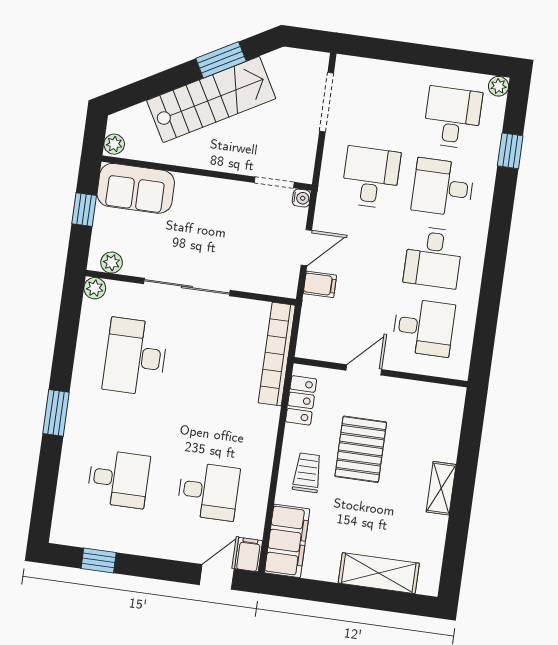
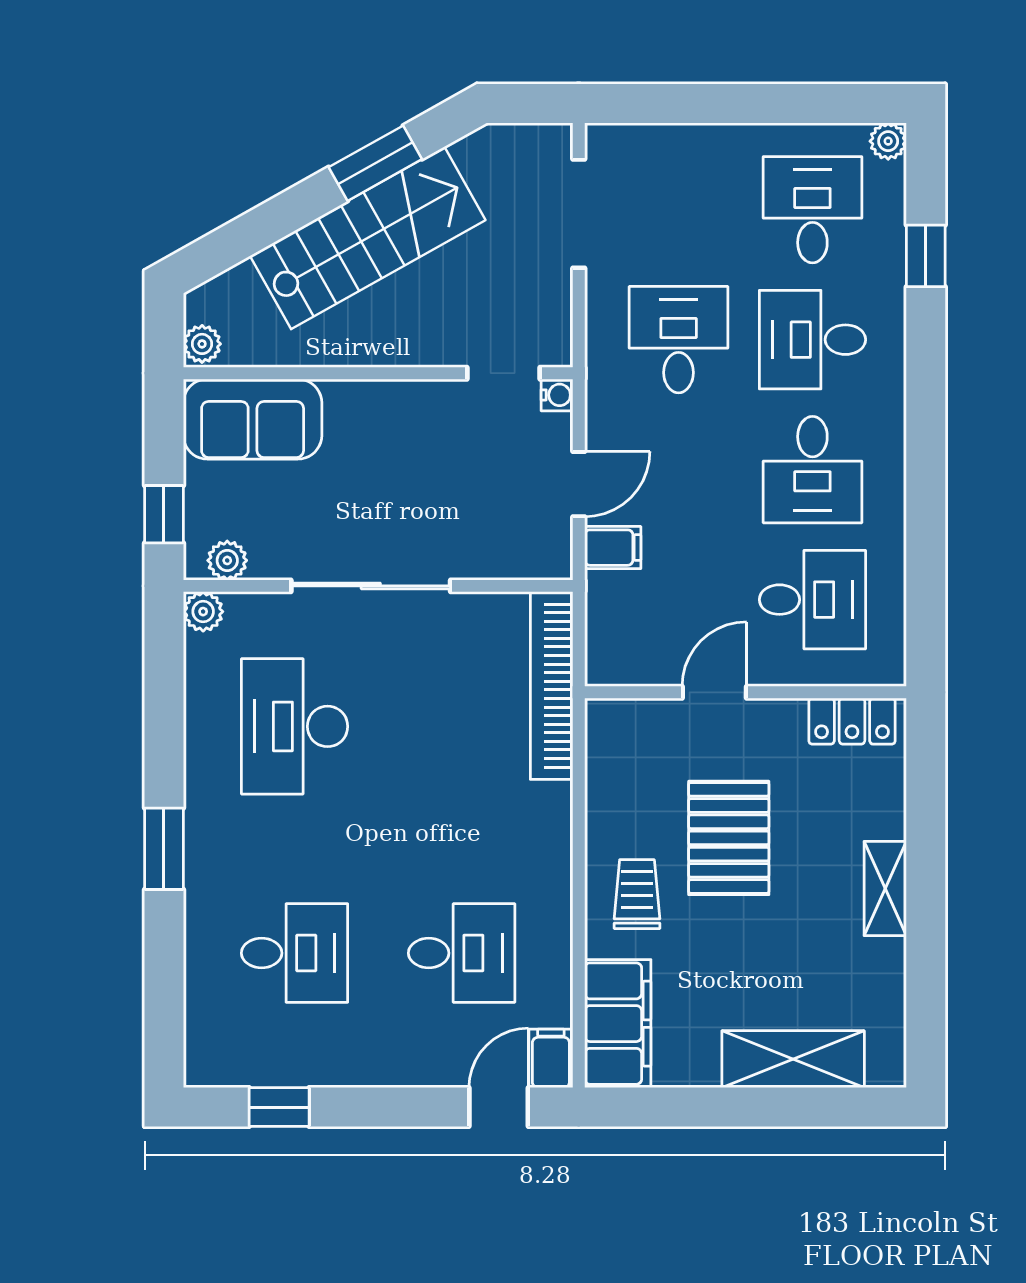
window: (84, 210) -> (164, 514), moved
locker: (301, 400) -> (852, 721), moved, turned 90

